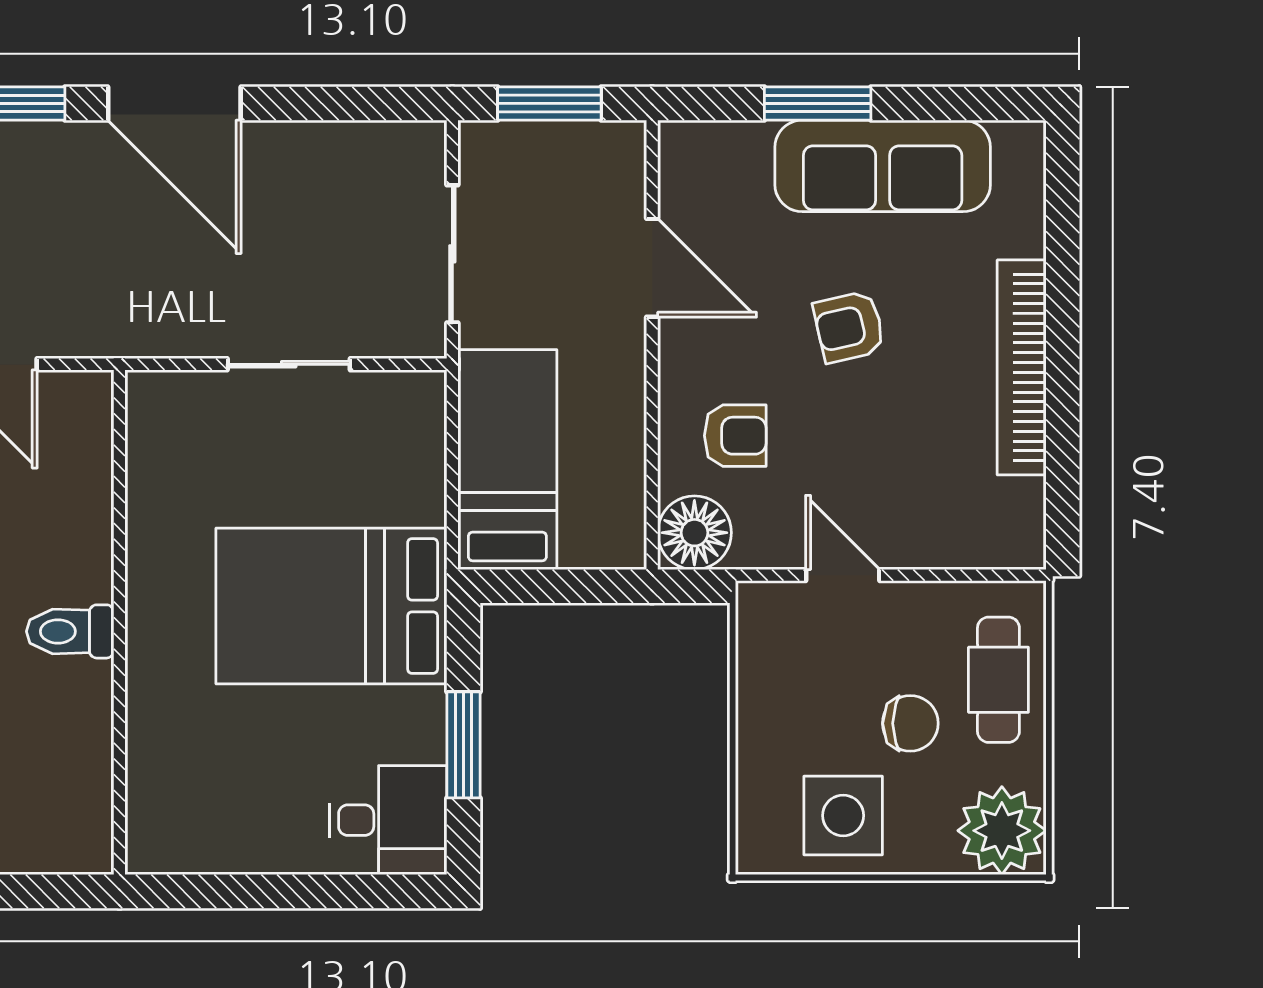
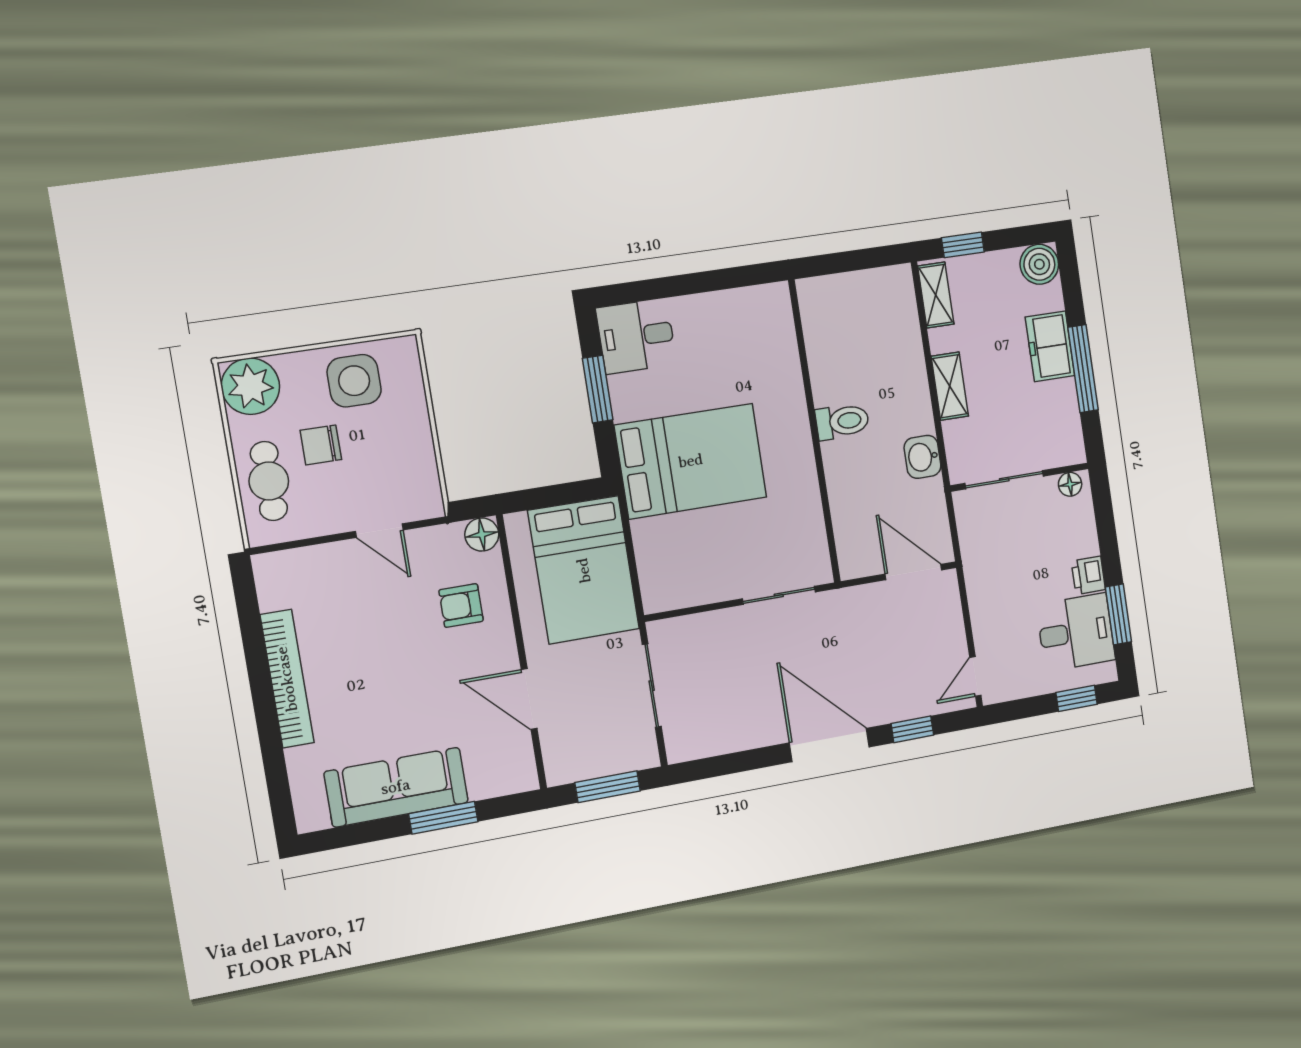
armchair: (849, 327) -> (401, 685), removed
sliding door: (289, 364) -> (779, 595), moved
bed: (507, 460) -> (584, 570), width x1.50
floor lamp: (694, 533) -> (482, 534), width x0.73, depth x0.73

